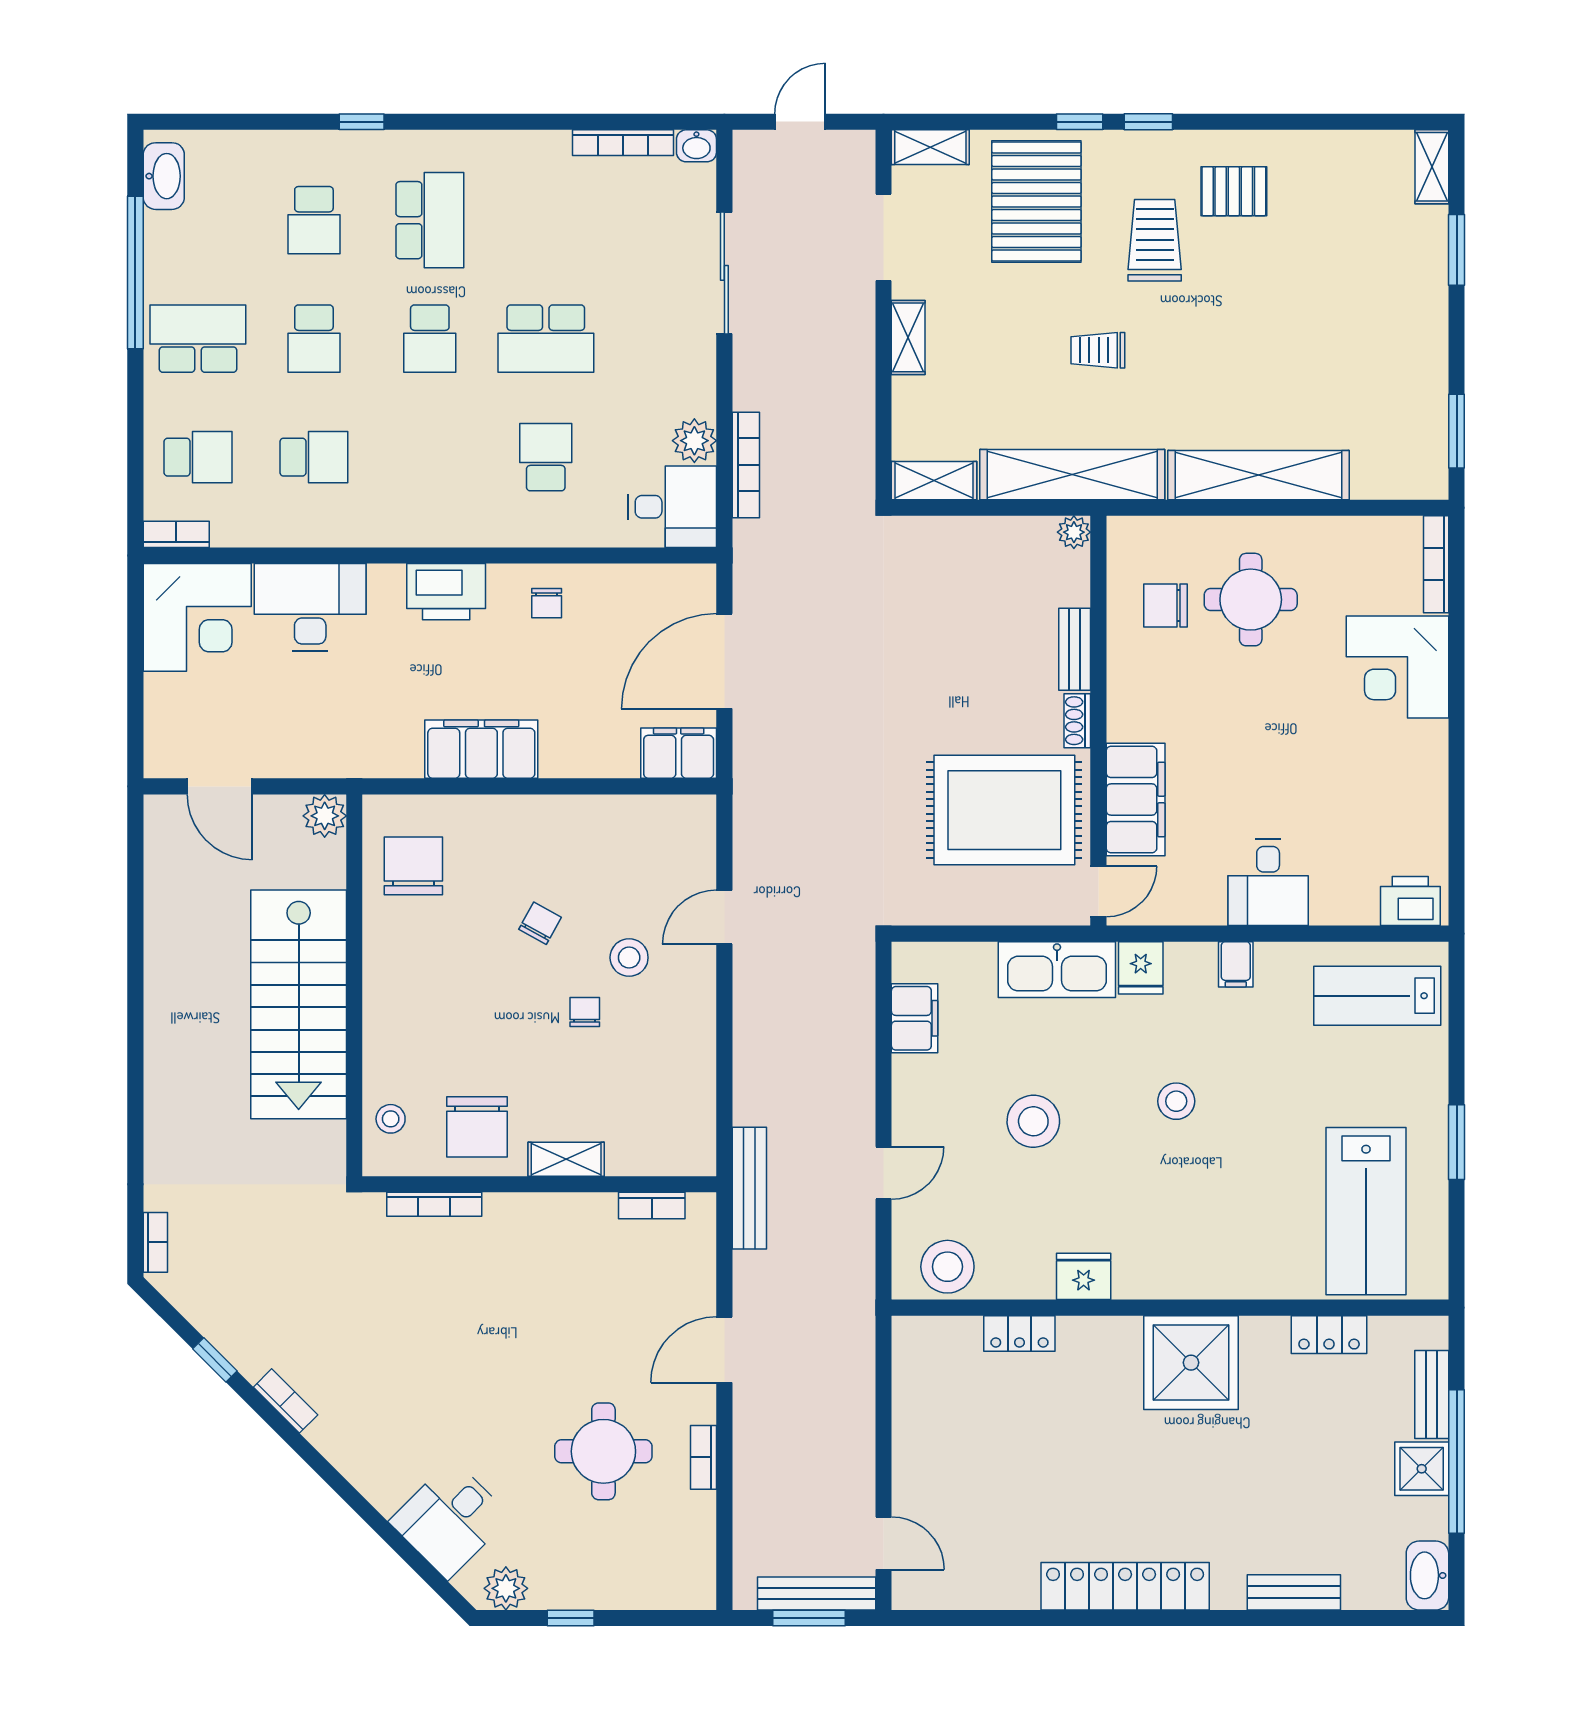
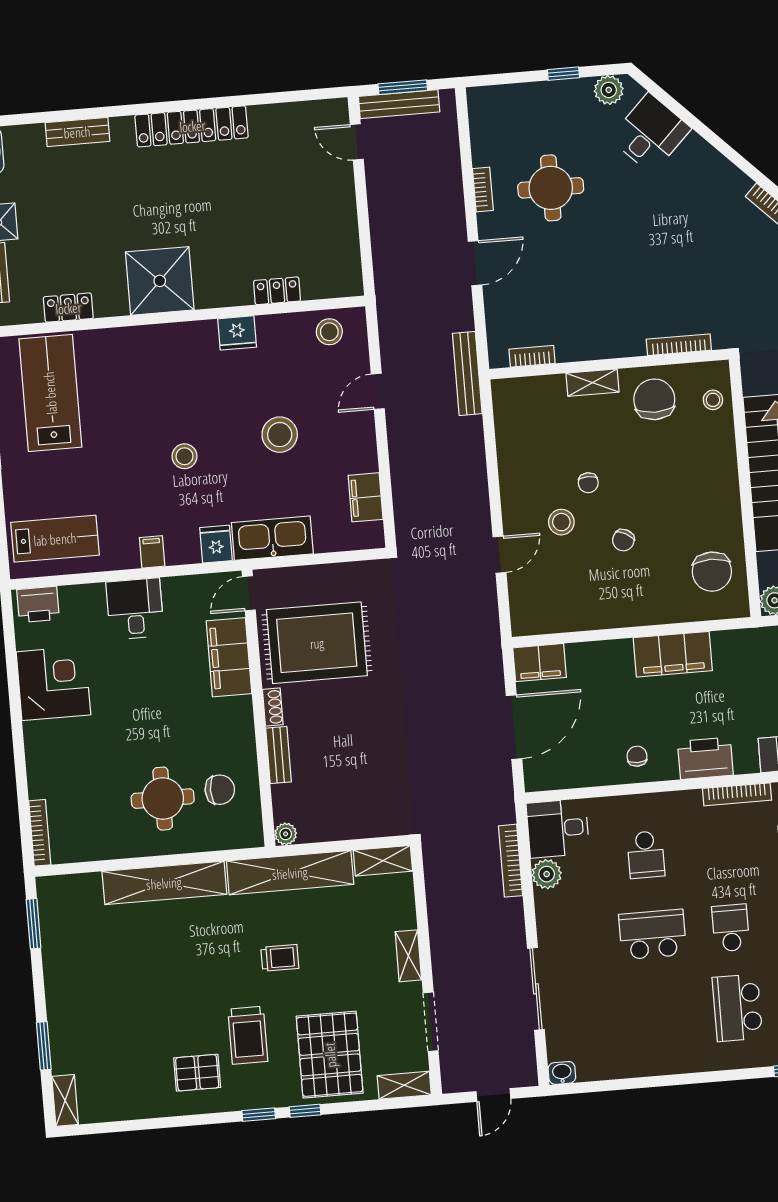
bookcase: (623, 143) -> (737, 794), moved, turned 180
corner desk: (1397, 667) -> (53, 683), moved
stool: (947, 1267) -> (329, 332), width x0.73, depth x0.73

